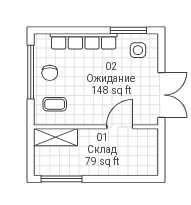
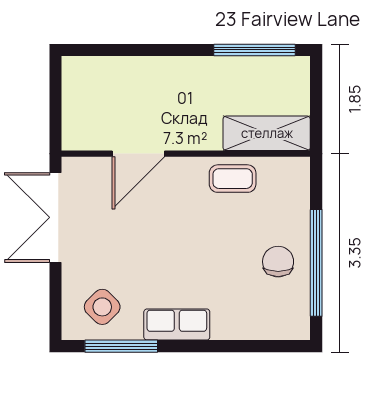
row of seats: (84, 41) -> (177, 324), width x0.50
side table: (138, 50) -> (102, 307), turned 45
coffee table: (55, 104) -> (233, 179), moved

